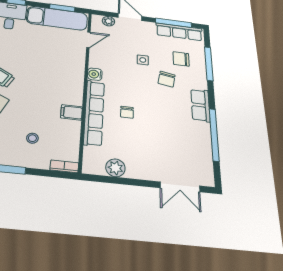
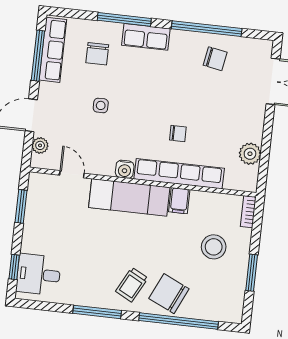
exam couch: (57, 18) -> (129, 197), moved, turned 90
window: (209, 64) -> (124, 19), moved
chair: (167, 79) -> (215, 59), moved
row of seats: (200, 105) -> (146, 37), moved
stool: (32, 138) -> (214, 247), width x1.89, depth x1.89

